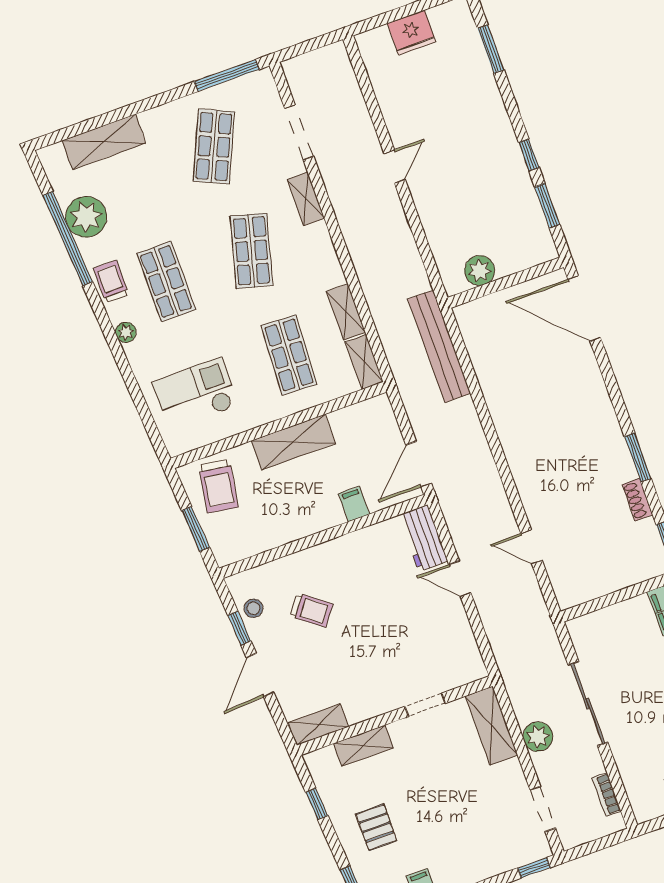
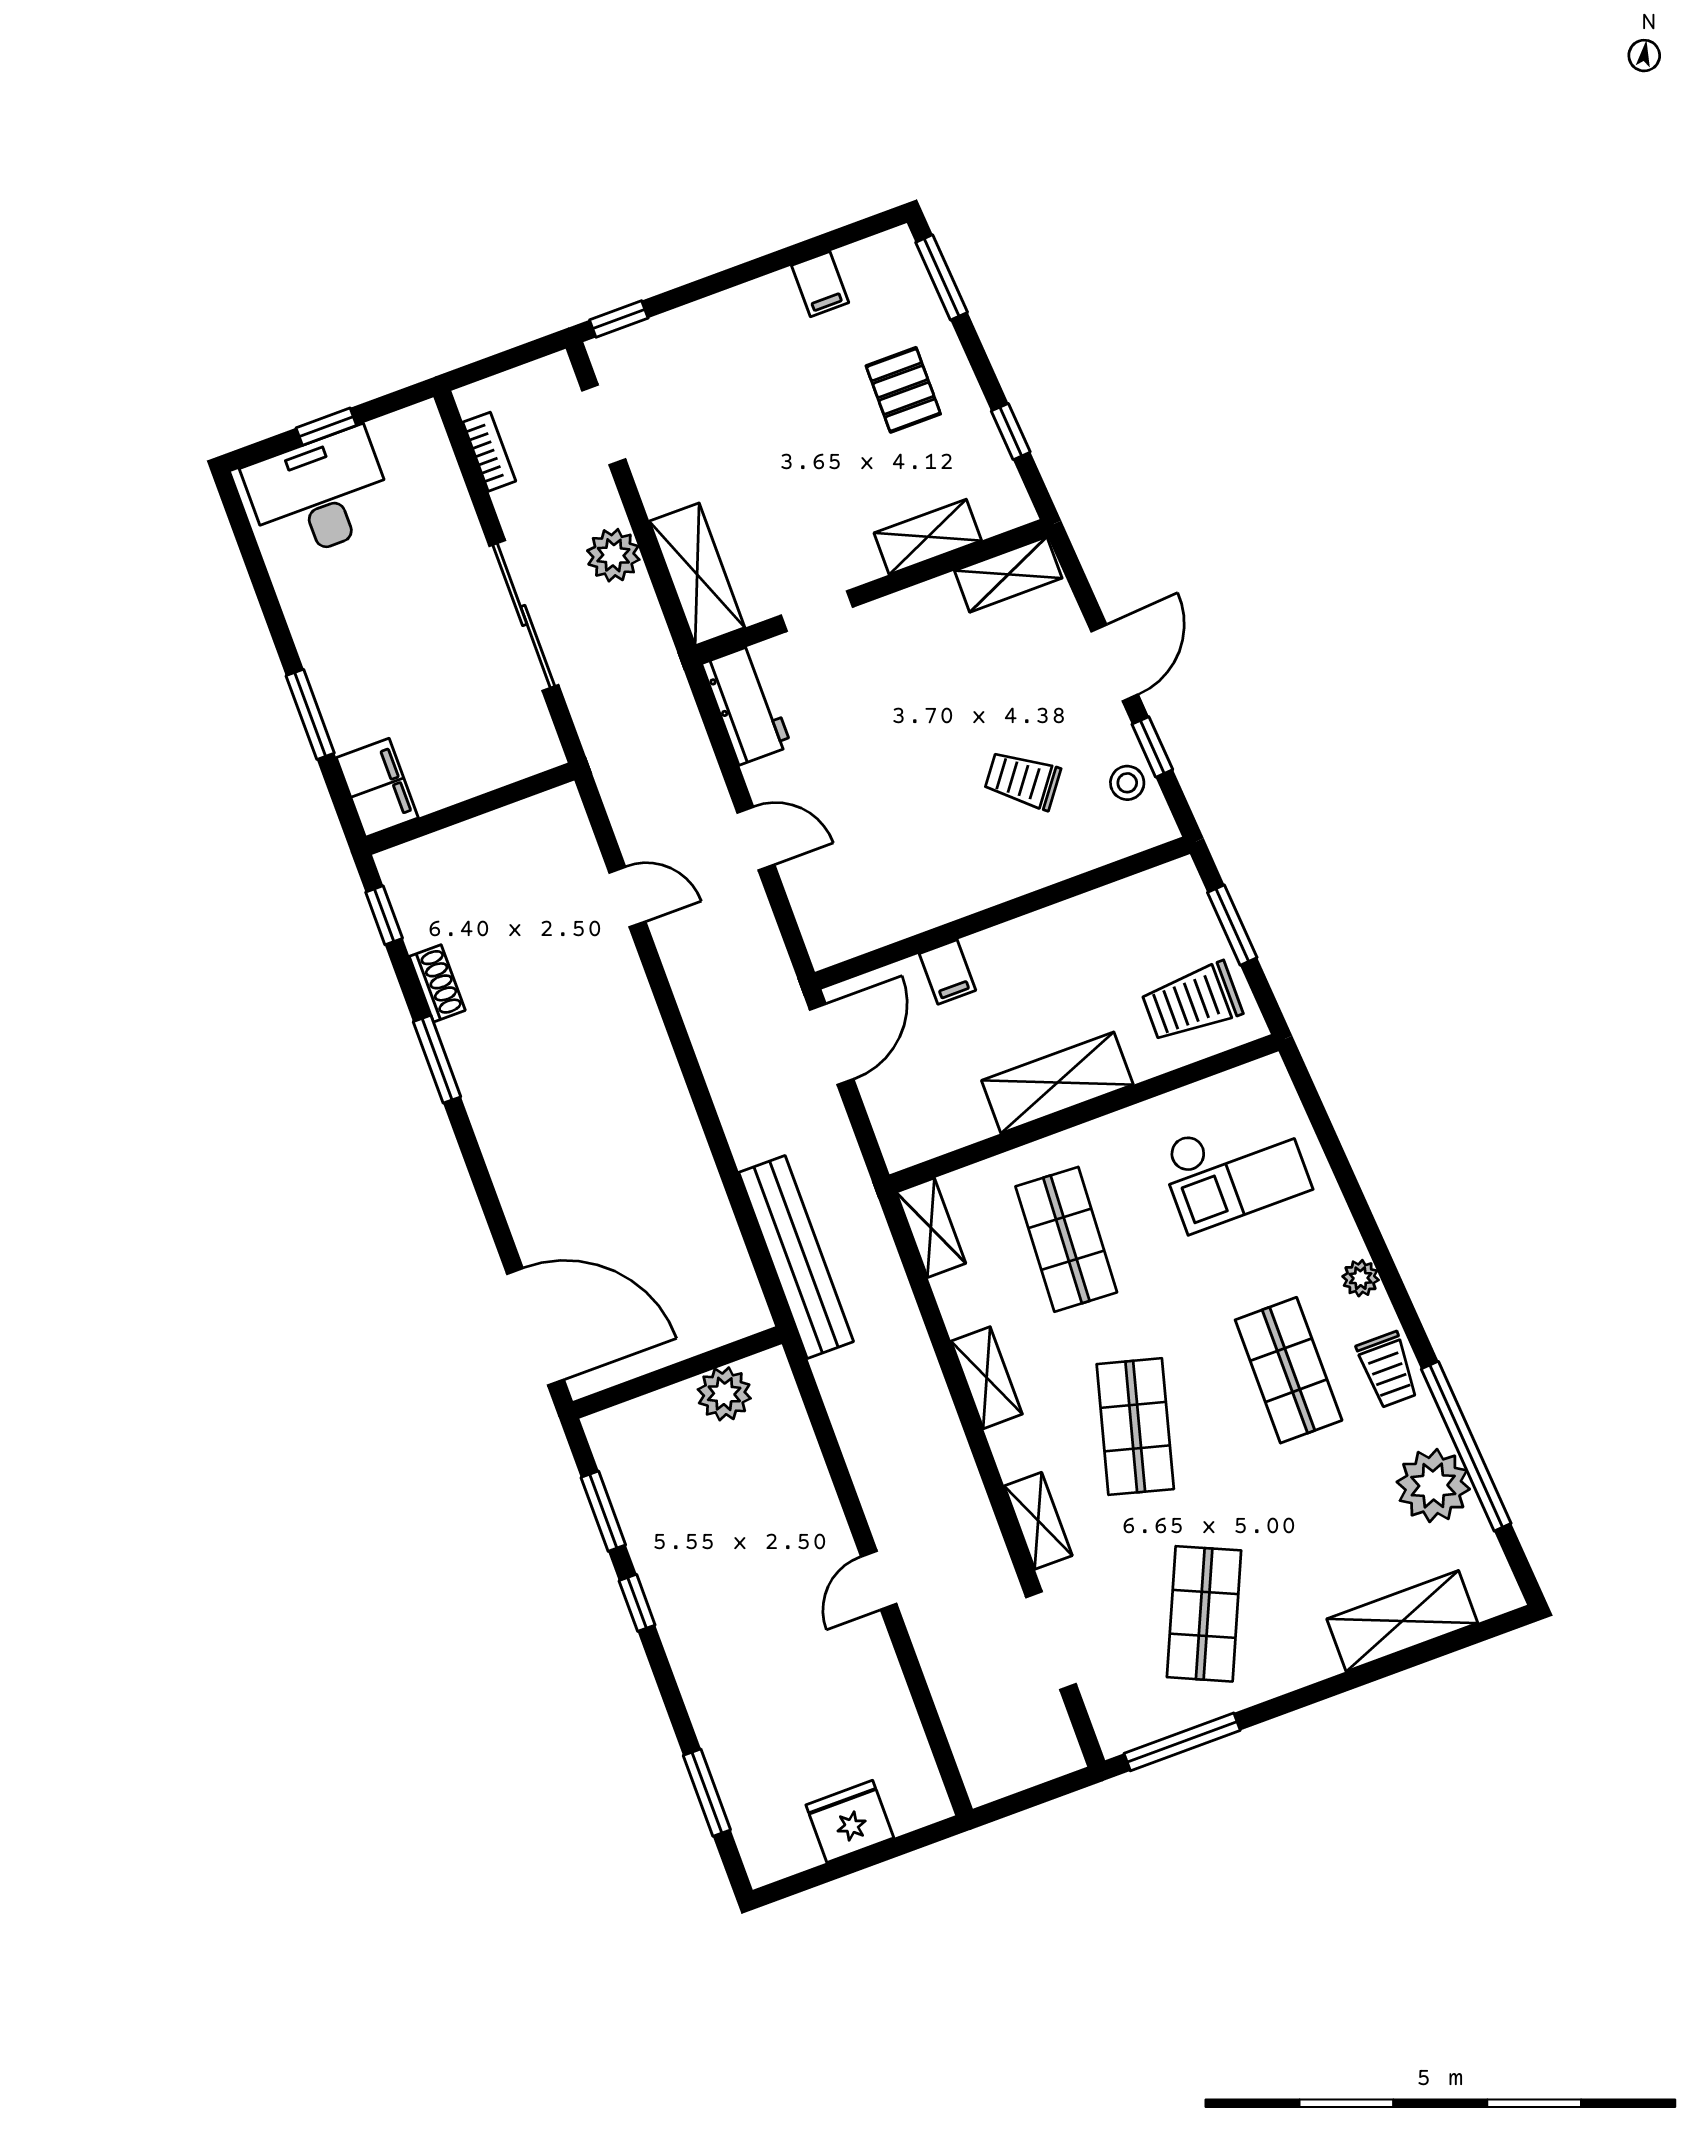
shelving: (346, 312) -> (987, 1378), moved
trolley: (218, 486) -> (1192, 1002), turned -99
workbench: (423, 538) -> (747, 705), moved

